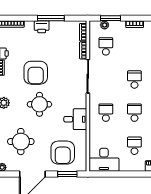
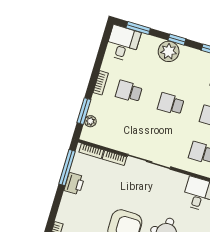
window: (51, 18) -> (67, 168), moved
printer: (42, 27) -> (74, 184), moved
school desk: (106, 46) -> (129, 91), moved

